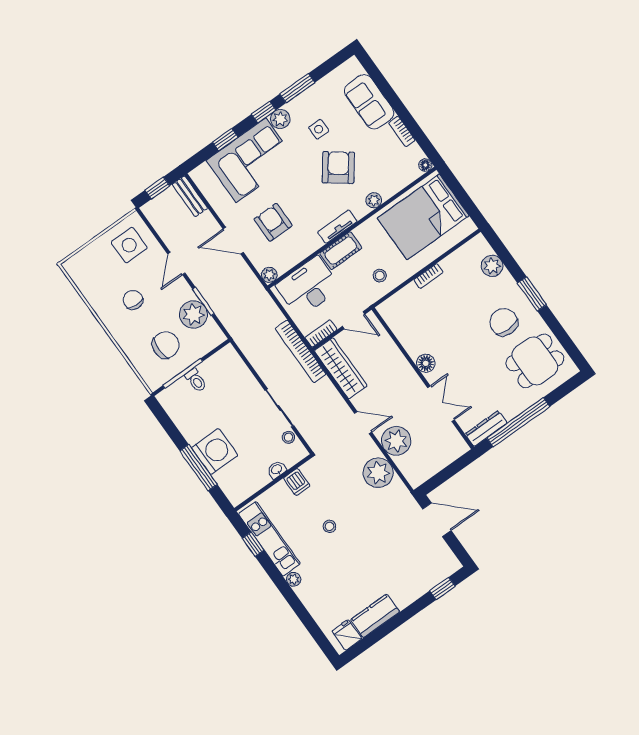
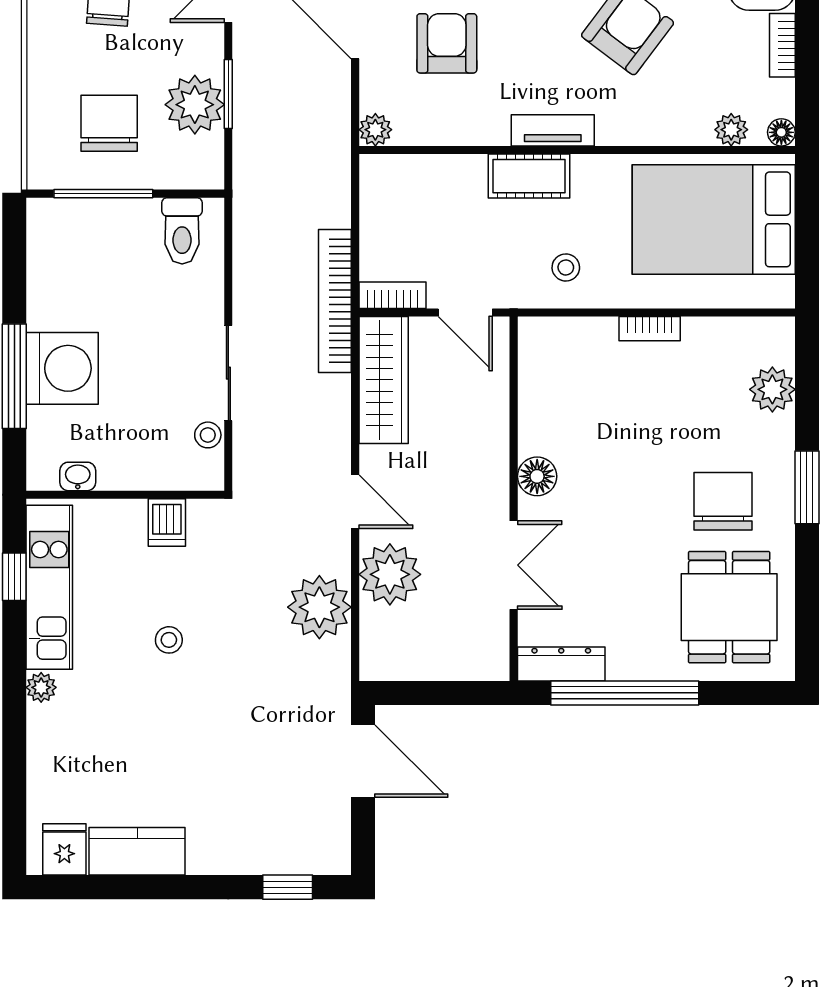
plant: (374, 200) -> (731, 130), moved
desk: (308, 287) -> (428, 199), removed
chair: (166, 345) -> (109, 123), turned -90
dining table: (535, 361) -> (729, 607), turned 90
toilet: (196, 380) -> (182, 231), moved, width x1.37, depth x1.39
washbasin: (277, 470) -> (78, 476), moved

